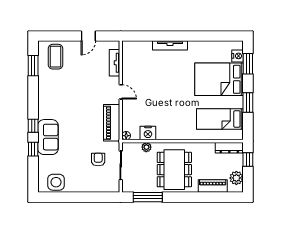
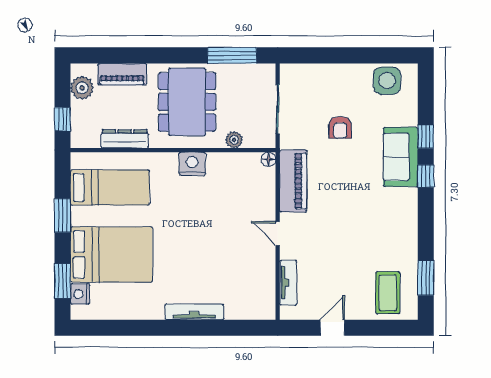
nightstand: (148, 133) -> (192, 164), moved
dresser: (229, 148) -> (125, 139), moved
armchair: (98, 160) -> (340, 128), moved

